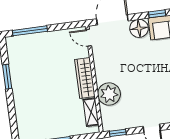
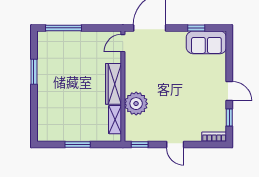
floor lamp: (139, 28) -> (176, 40), removed
door: (89, 38) -> (123, 43), hinge flipped

